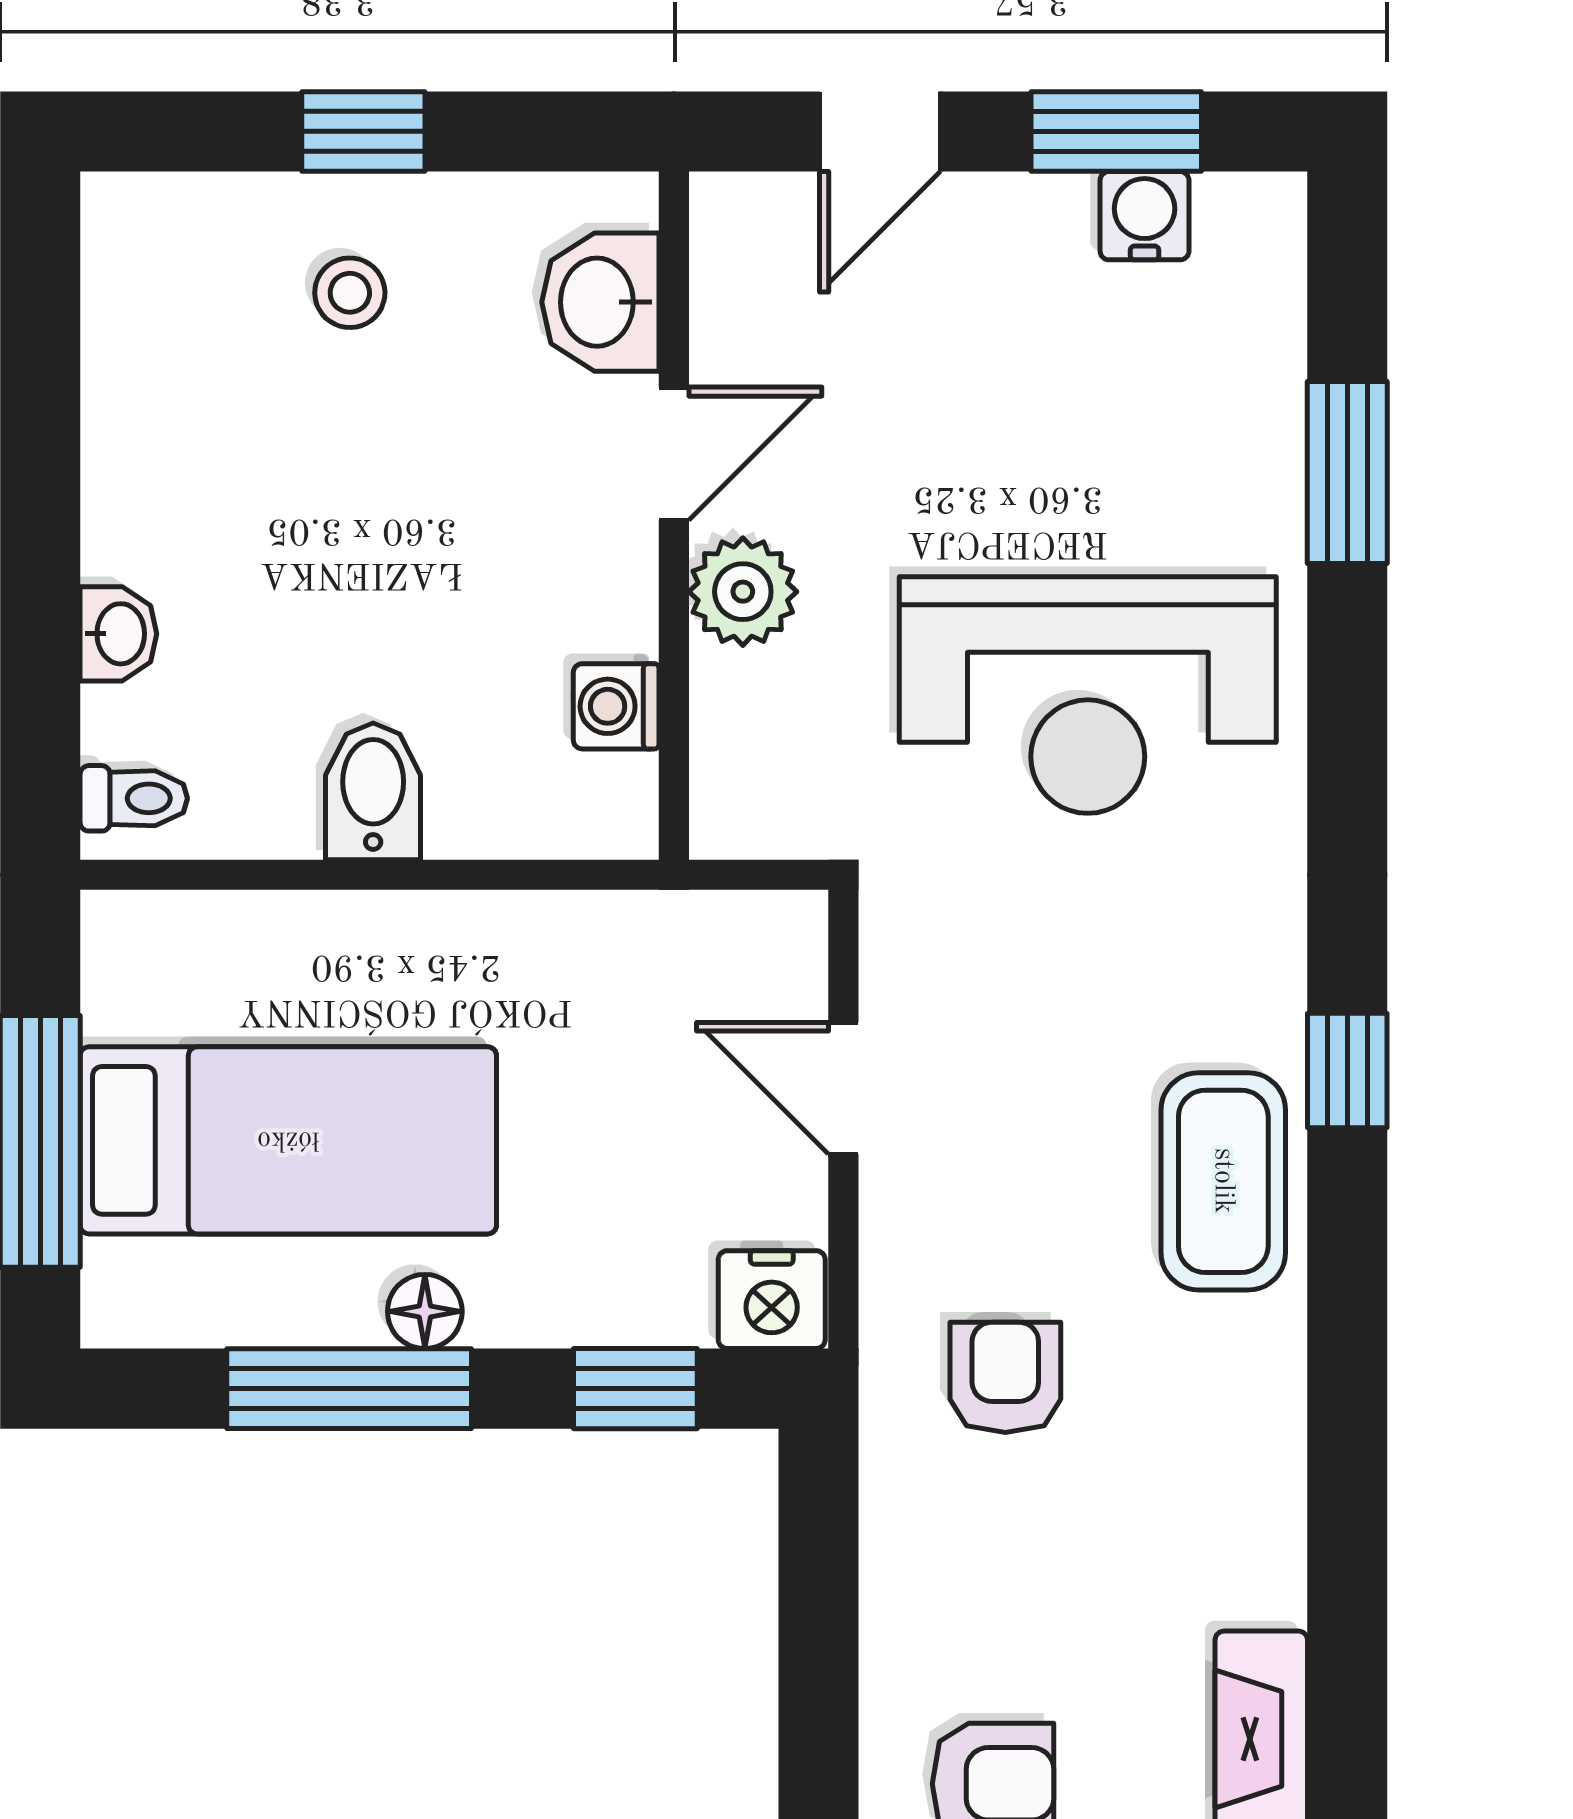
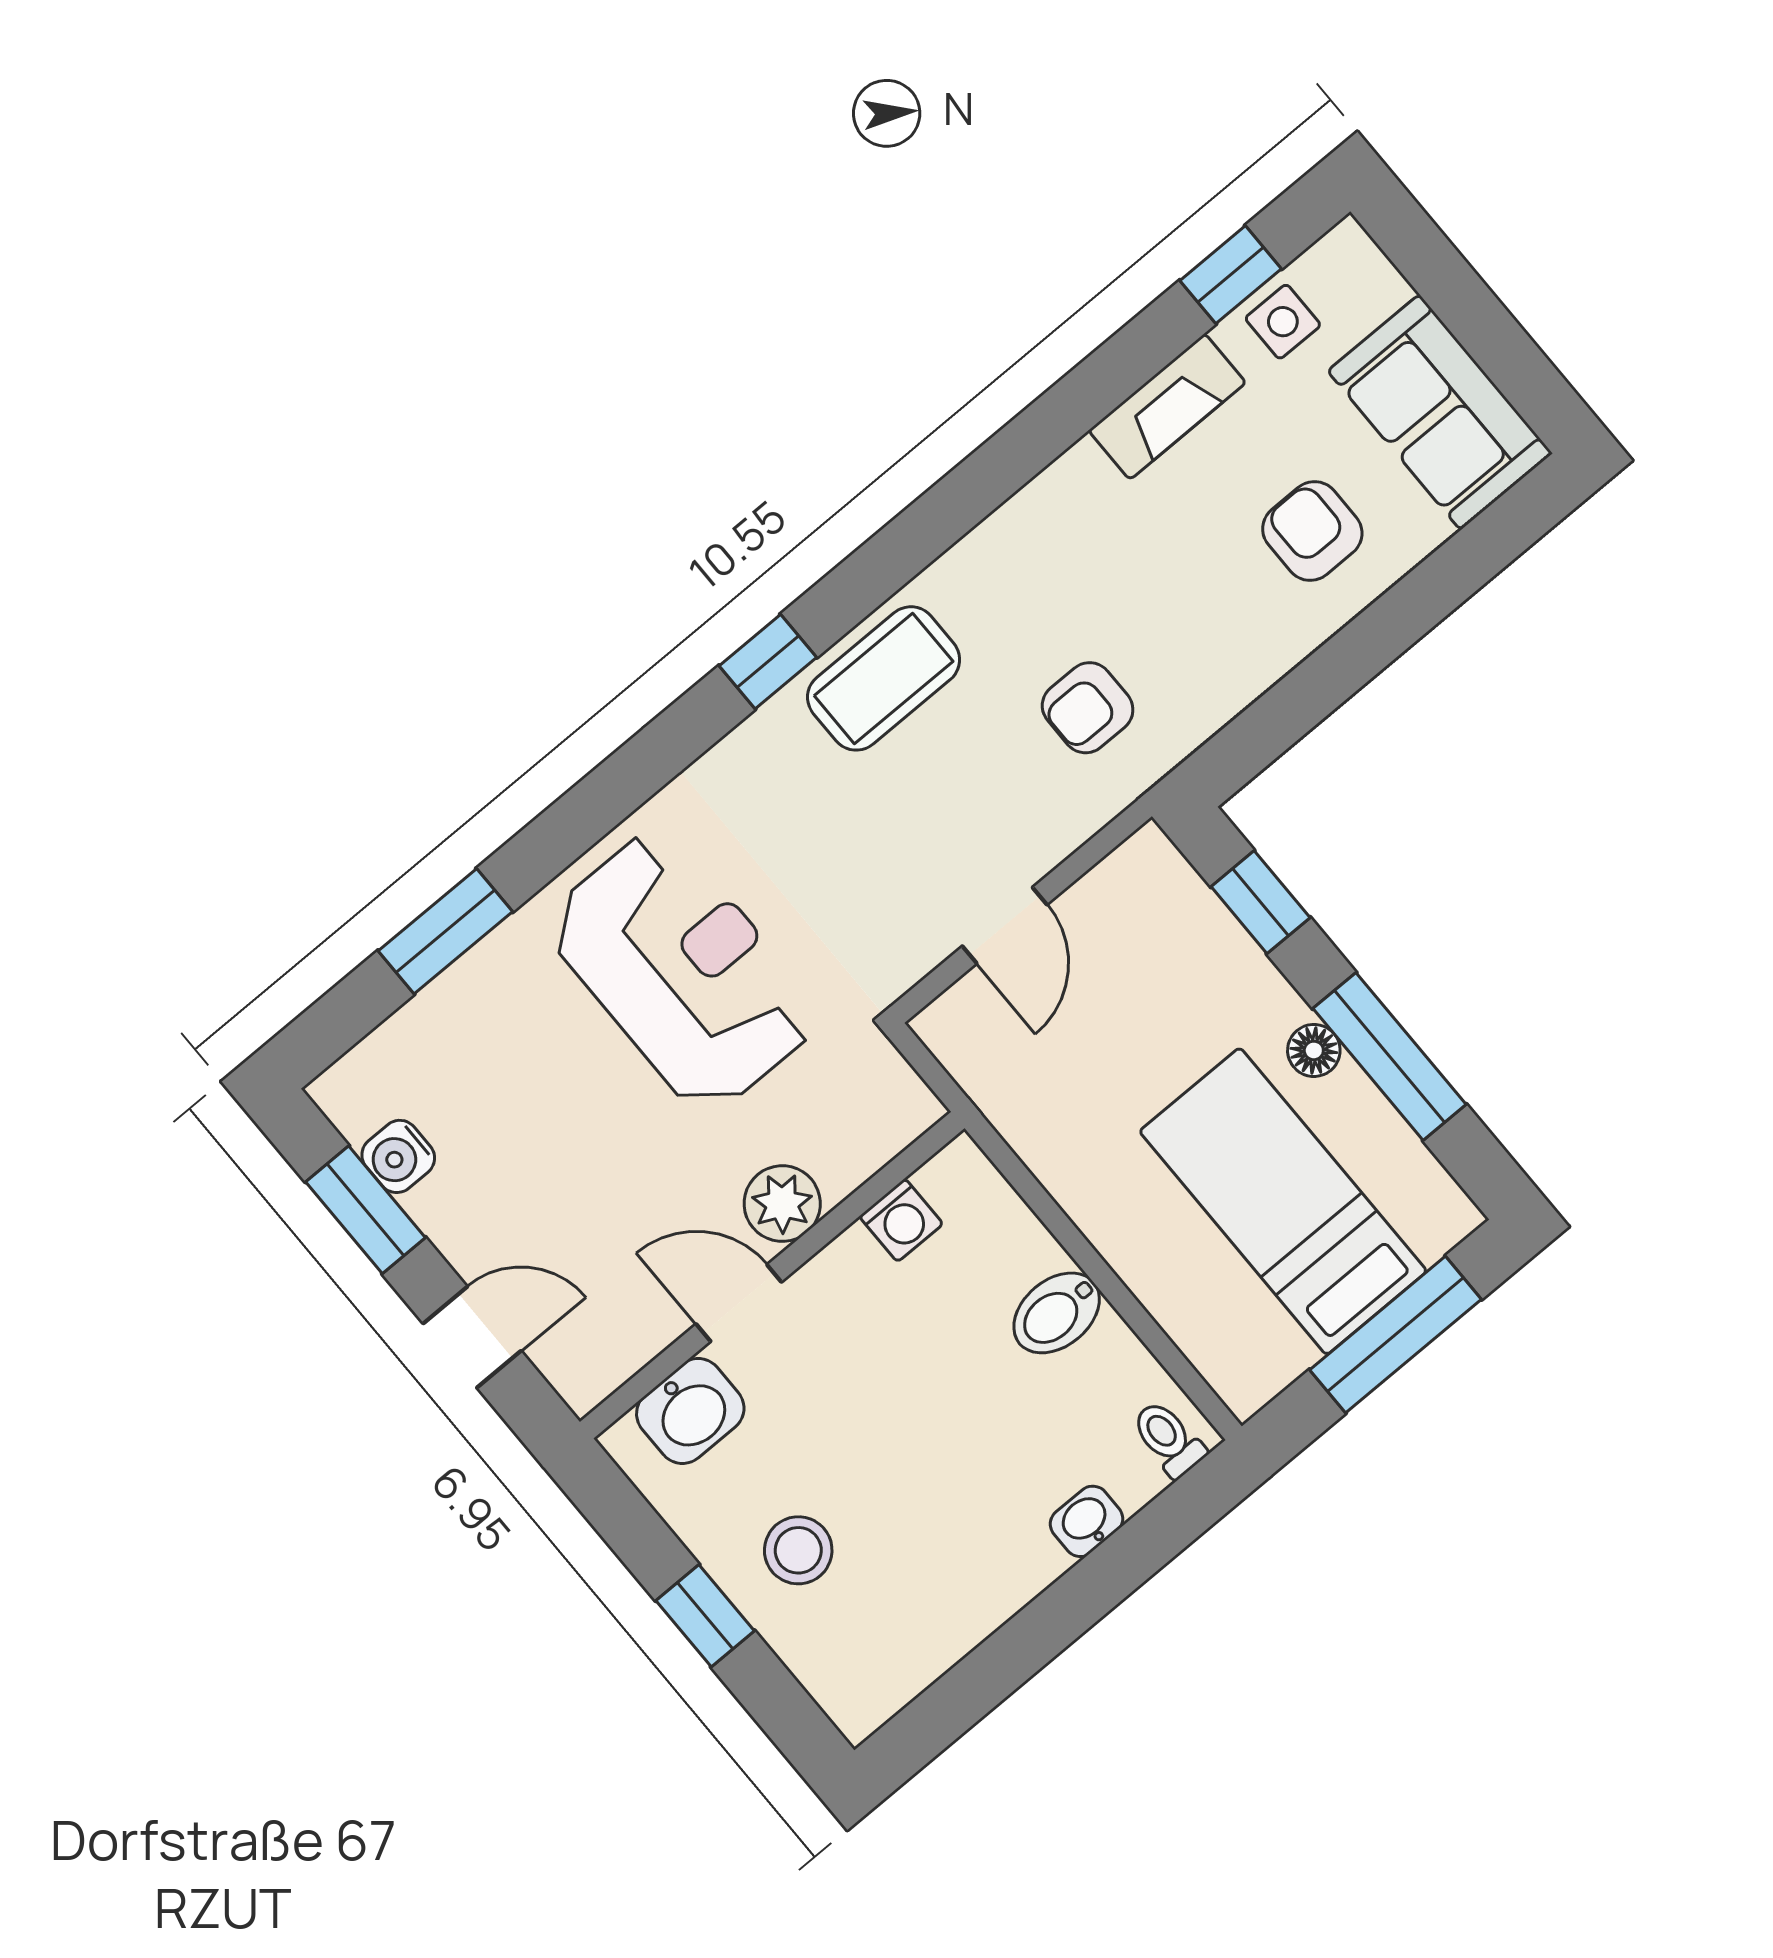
stool: (350, 293) -> (798, 1550), width x1.37, depth x1.37
nightstand: (772, 1300) -> (1151, 869), removed

